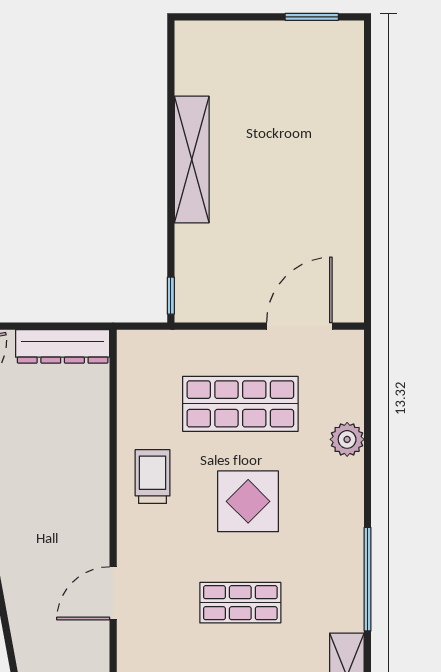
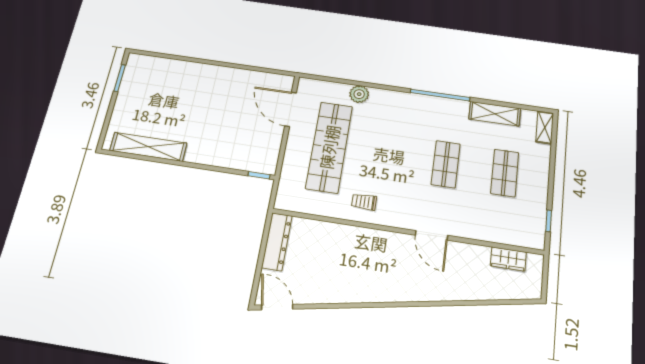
shelving: (192, 160) -> (148, 147), moved
shop shelf: (240, 404) -> (329, 147), width x1.40
trolley: (153, 477) -> (364, 202), width x0.73, depth x0.72
display table: (248, 501) -> (387, 151), removed

